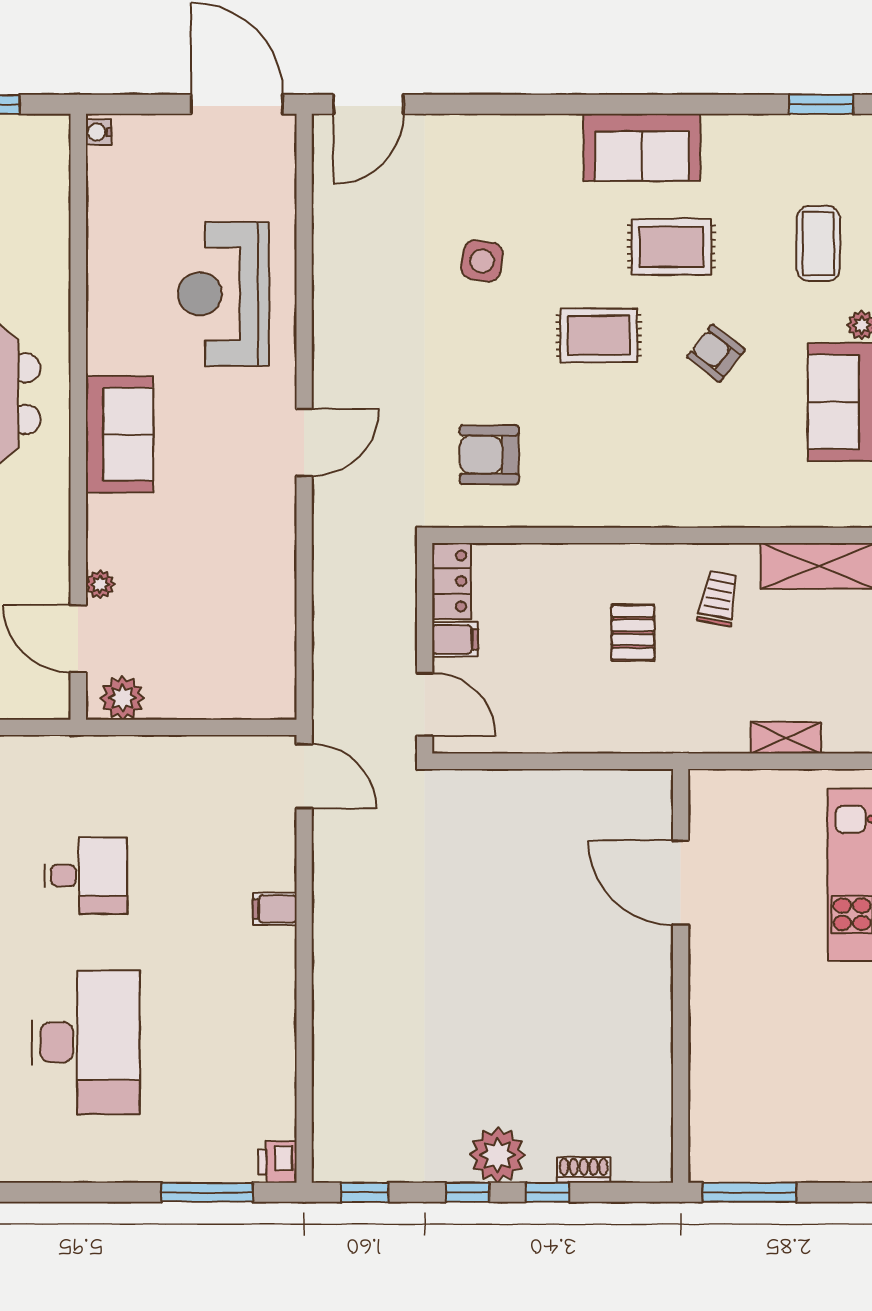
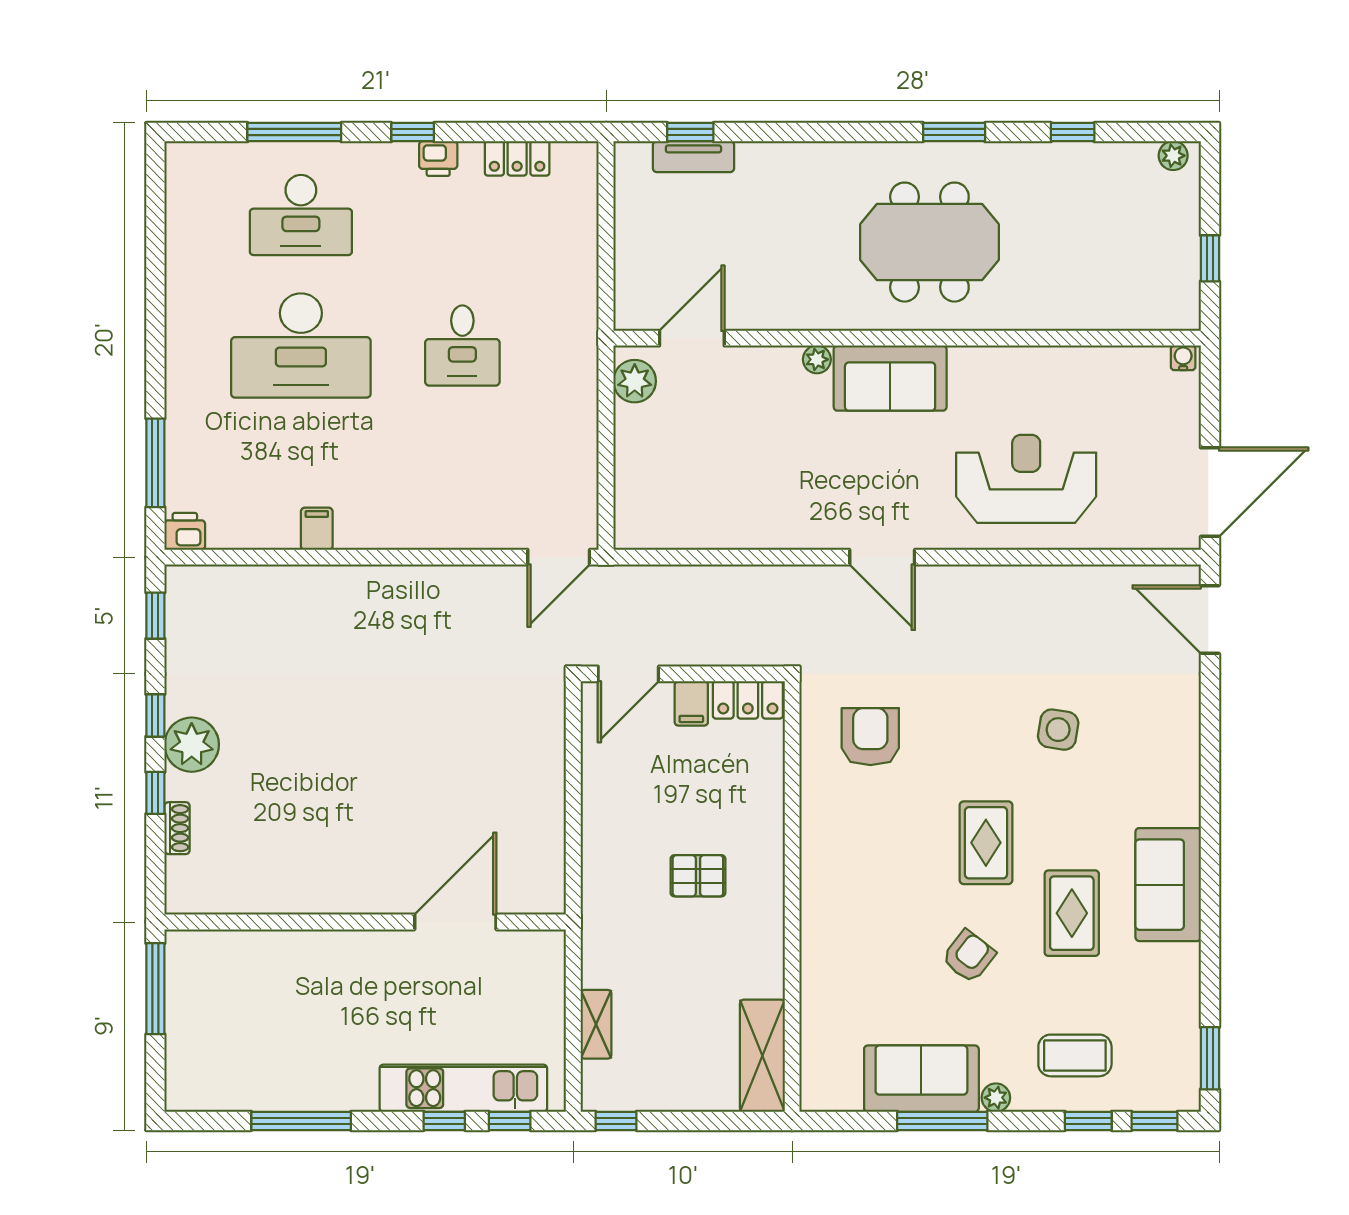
plant: (100, 584) -> (817, 359), moved
trolley: (718, 598) -> (731, 959), removed
filing cabinet: (275, 909) -> (317, 529), moved

